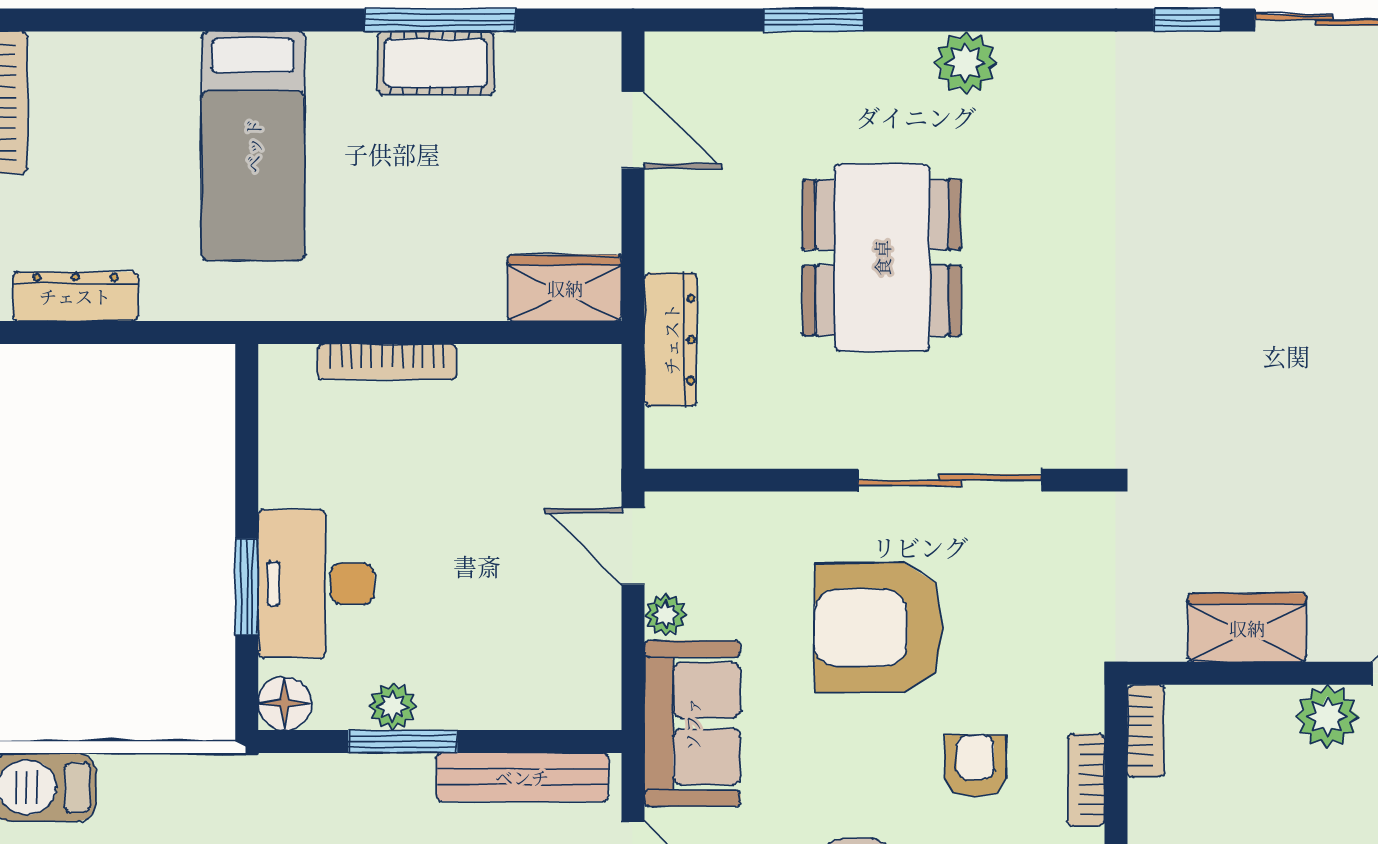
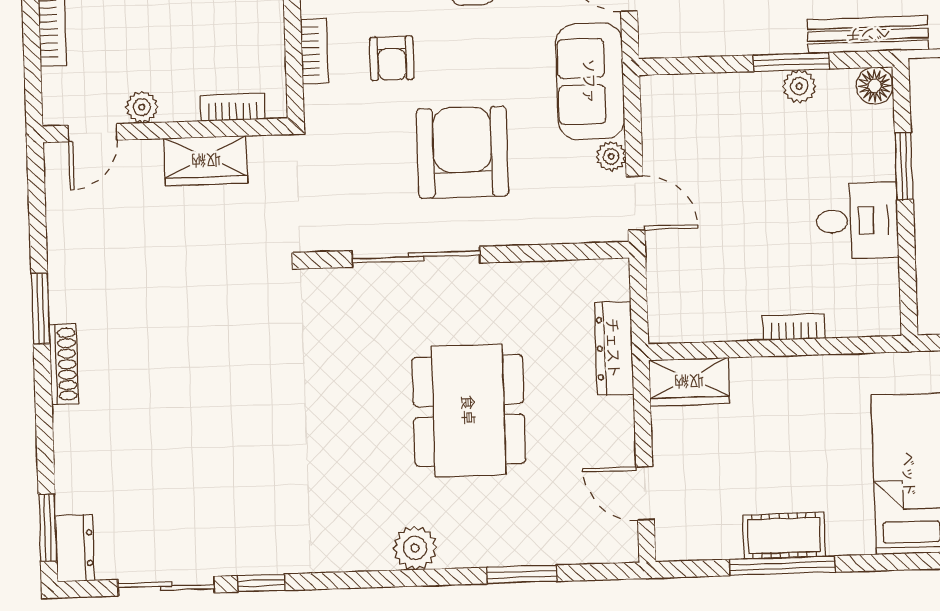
bookcase: (387, 362) -> (794, 327), width x0.64
desk: (316, 584) -> (857, 221), moved, width x0.73
armchair: (879, 628) -> (462, 152), turned -90
plant: (1327, 716) -> (142, 107), width x0.73, depth x0.73
bookcase: (1146, 731) -> (233, 107), moved, turned 90
bench: (522, 777) -> (868, 35), moved

